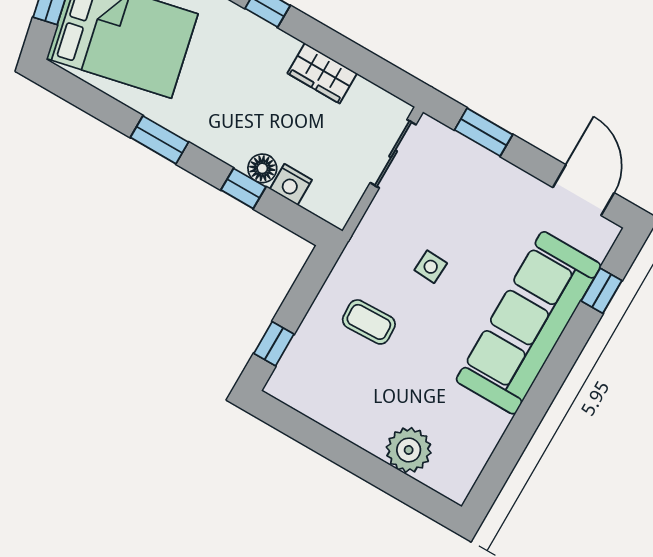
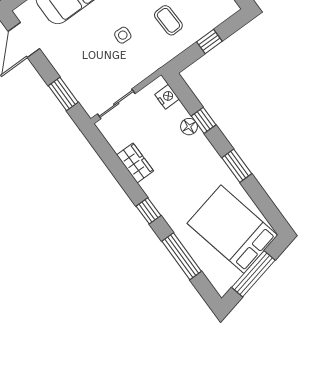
nightstand: (291, 184) -> (167, 97), moved
window: (274, 344) -> (209, 42), moved

